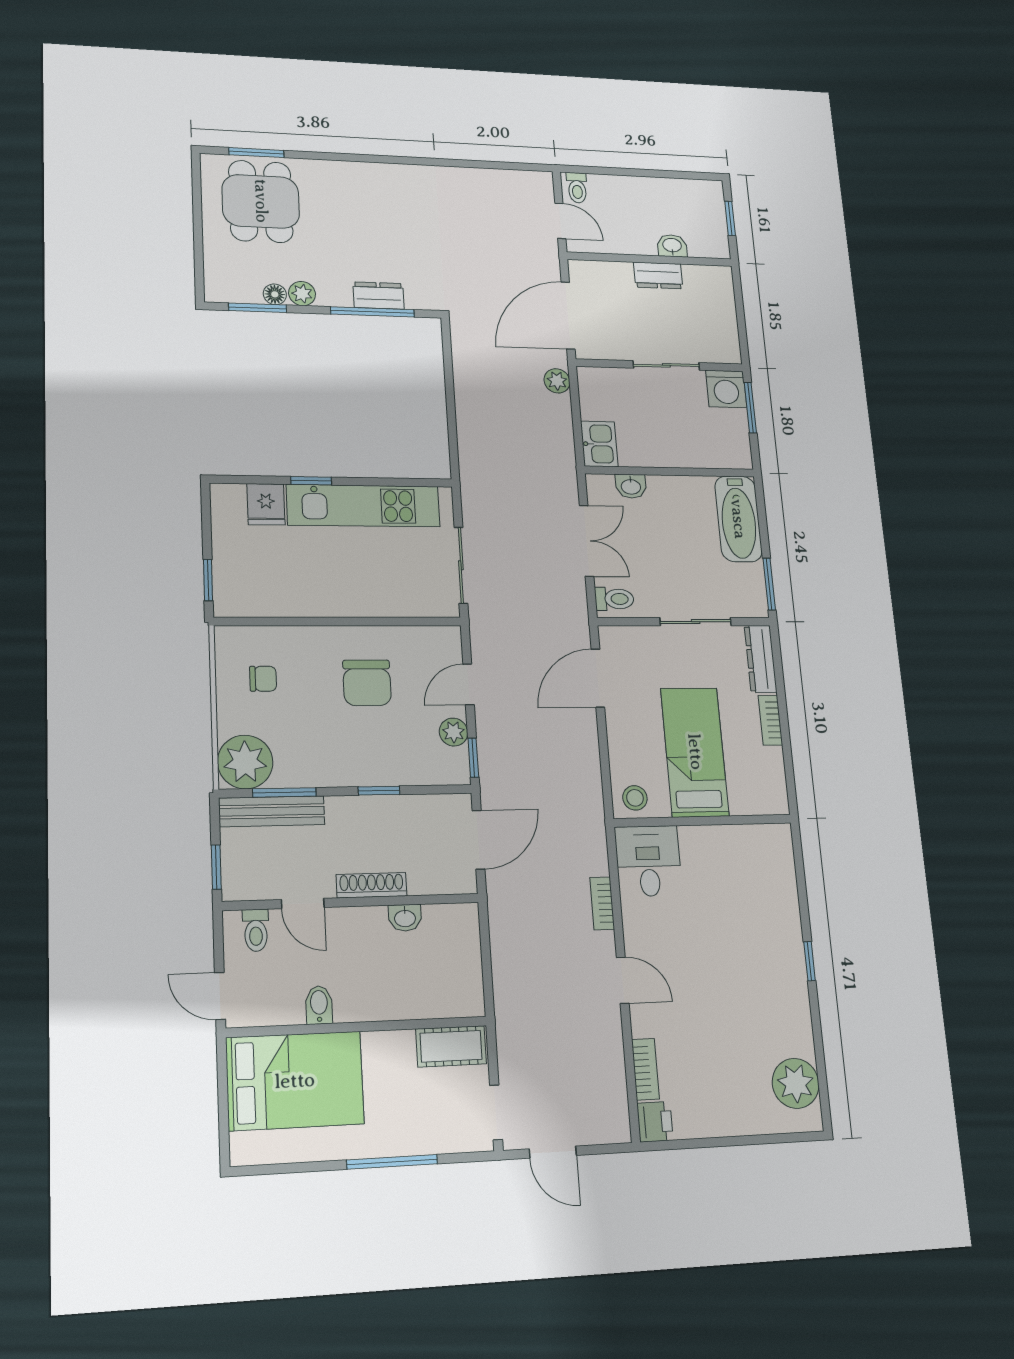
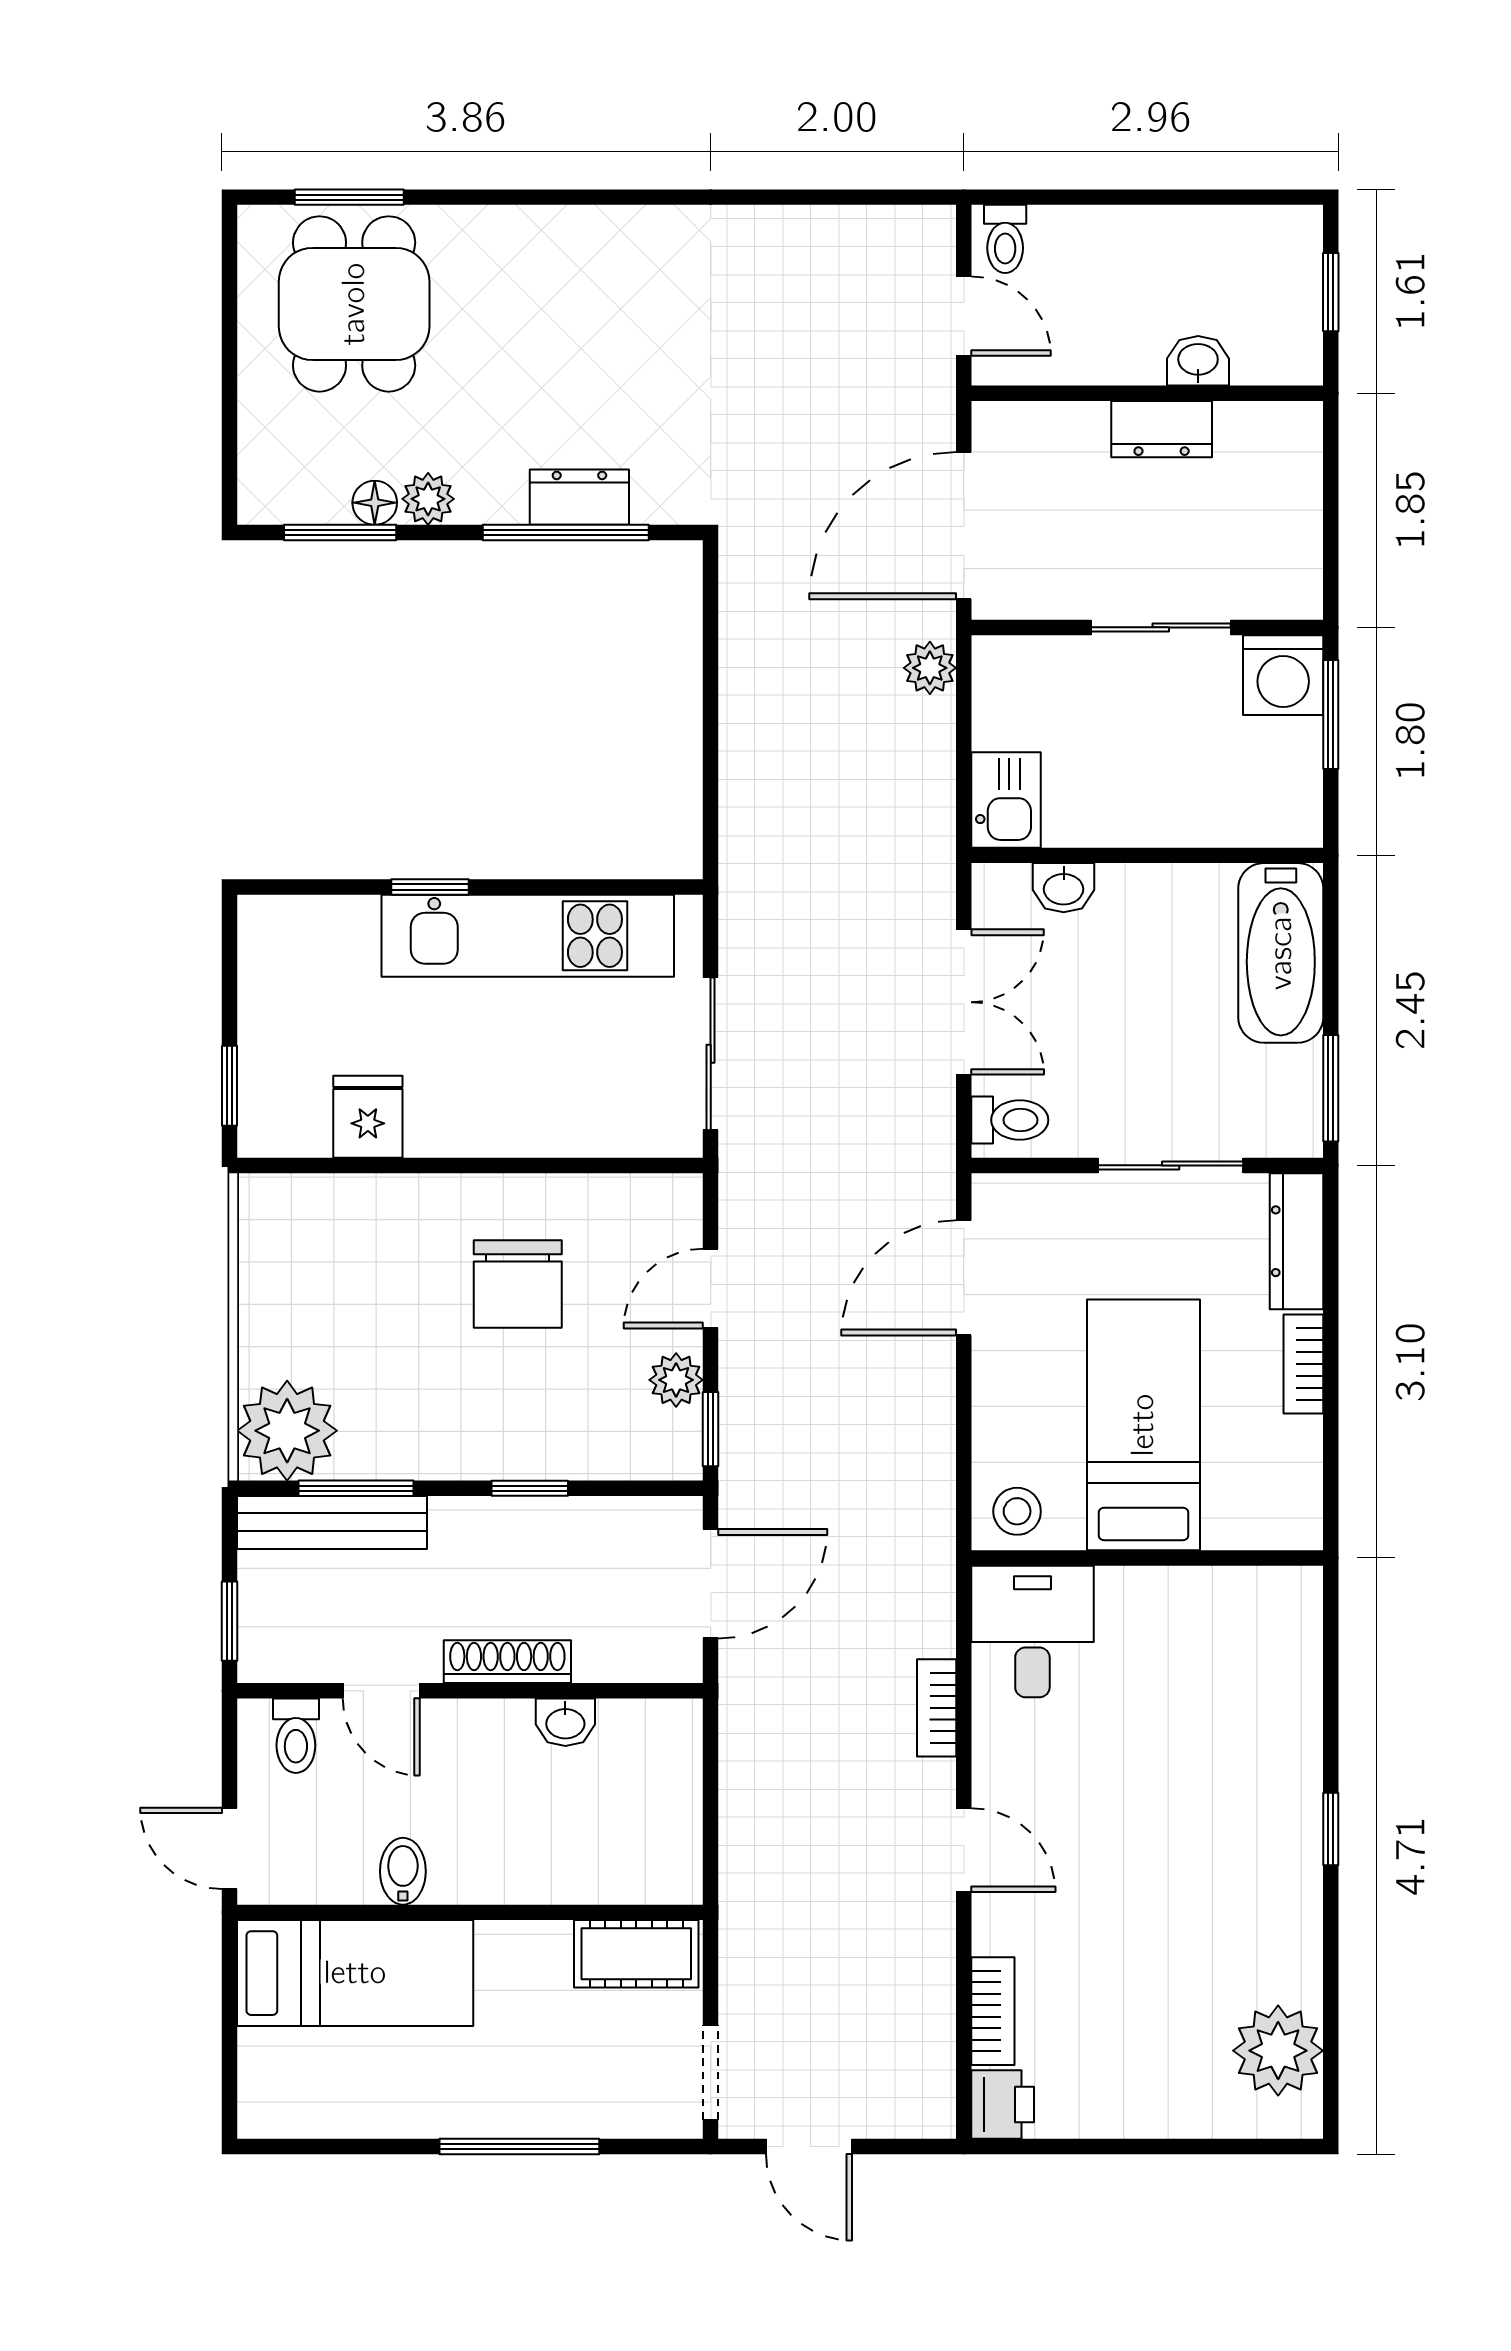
fridge: (266, 504) -> (368, 1117), moved, turned 180
chair: (263, 679) -> (325, 1275), removed
bed: (295, 1081) -> (355, 1973), width x0.67

